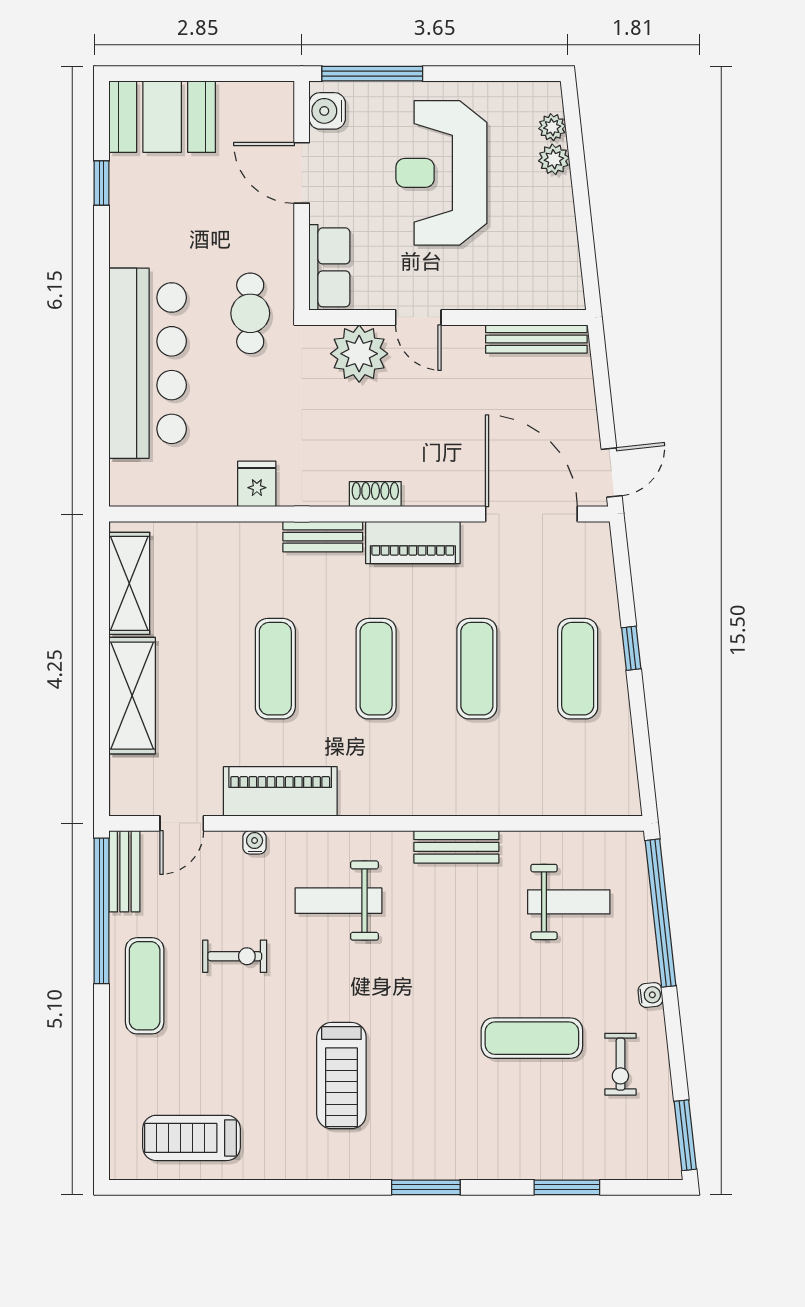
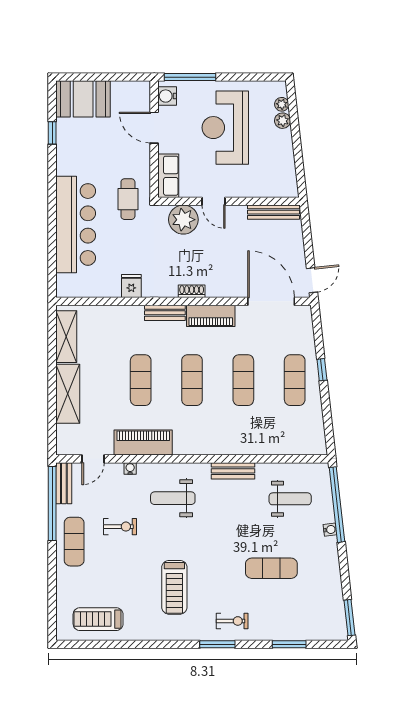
water cooler: (650, 995) -> (330, 530), moved
exercise bike: (620, 1064) -> (232, 621), moved, turned -90

